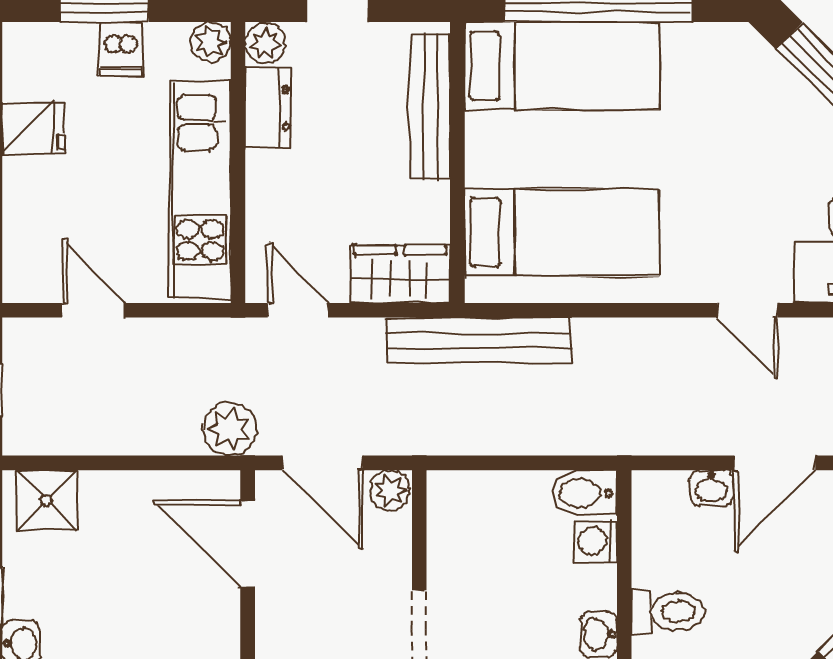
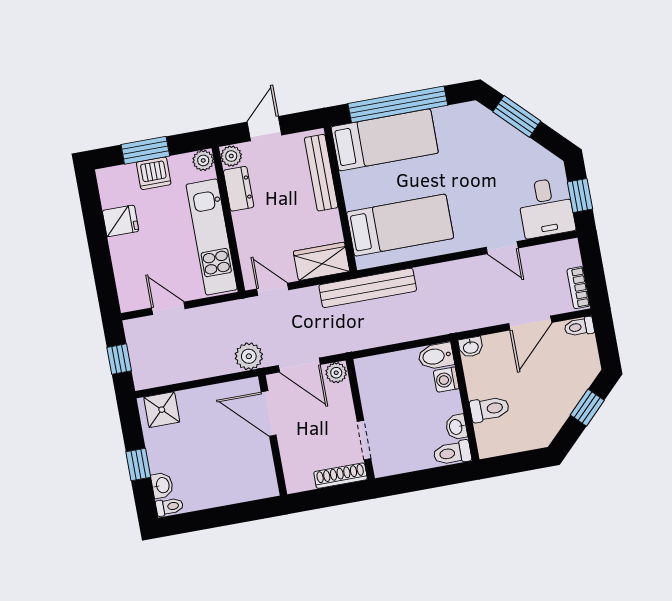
dishwasher: (120, 49) -> (154, 173), width x1.38
washbasin: (711, 488) -> (471, 347), moved

